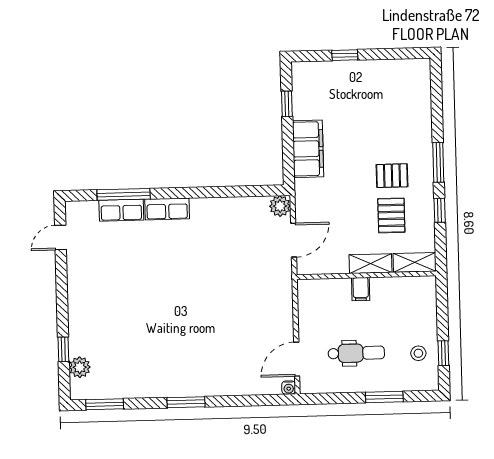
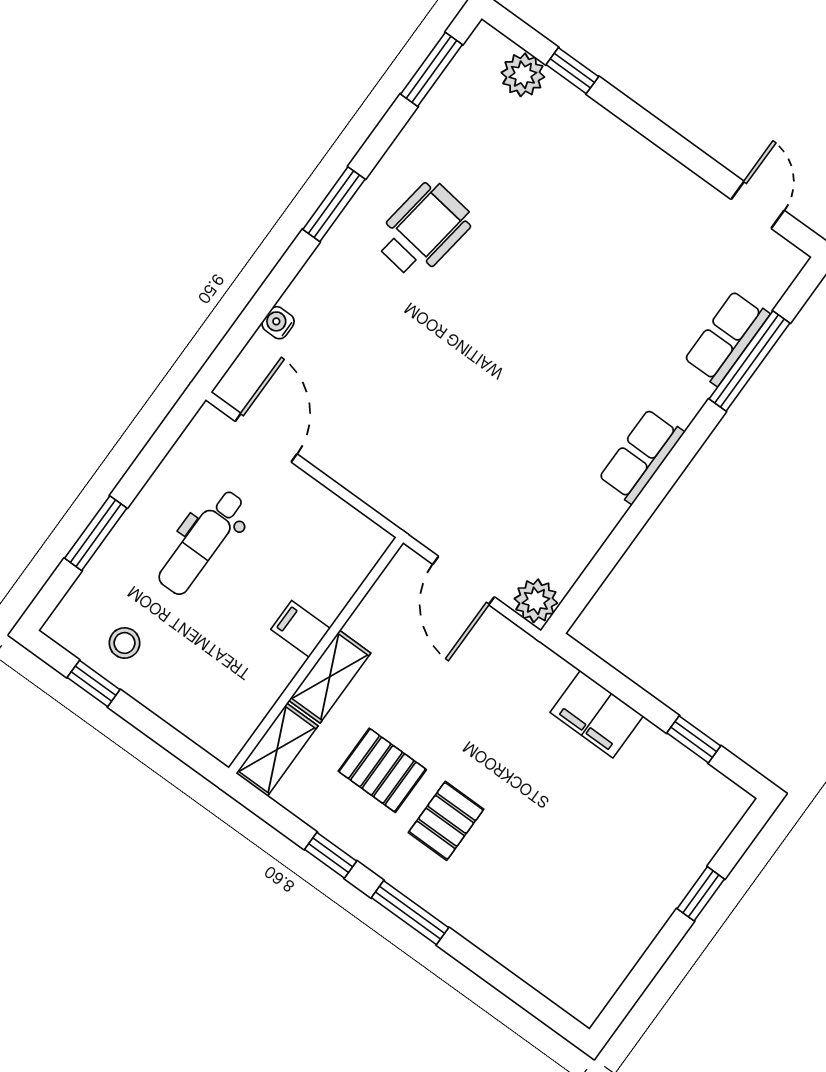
filing cabinet: (308, 149) -> (597, 714), width x0.67, depth x0.86
row of seats: (167, 209) -> (641, 456), moved
wheelchair: (169, 360) -> (424, 230), added
water cooler: (289, 388) -> (278, 323), moved

